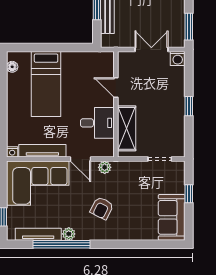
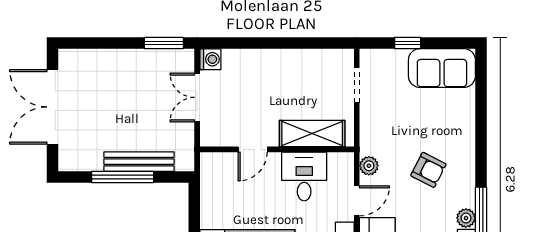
window: (189, 106) -> (280, 43), removed

